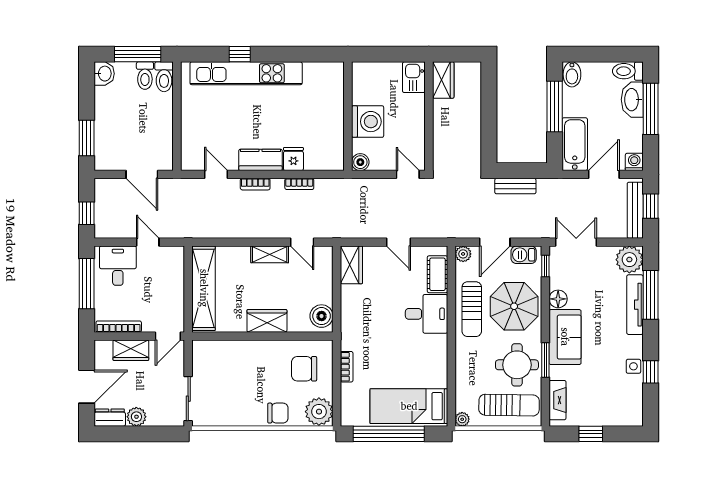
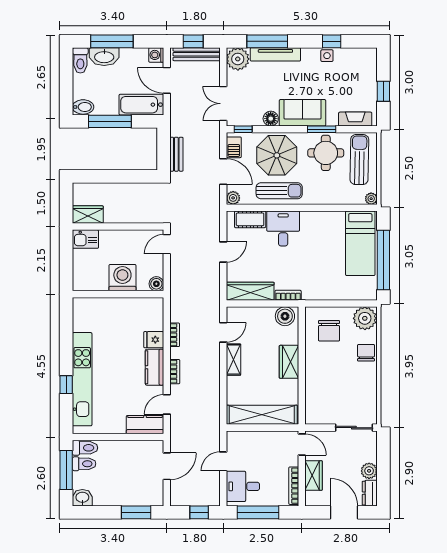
kitchen counter: (192, 149) -> (145, 425), added
wardrobe: (351, 265) -> (250, 291), width x1.50
bookcase: (347, 367) -> (288, 295), moved

